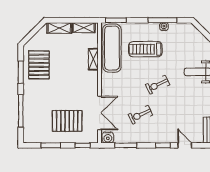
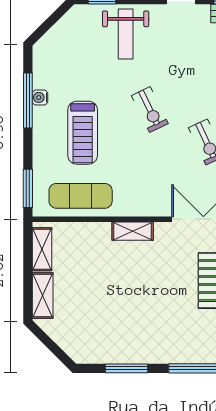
exercise mat: (112, 48) -> (81, 196), width x0.73, depth x0.69
shelving: (93, 59) -> (133, 231), moved
pallet: (39, 65) -> (112, 334), removed

